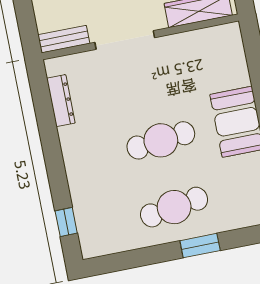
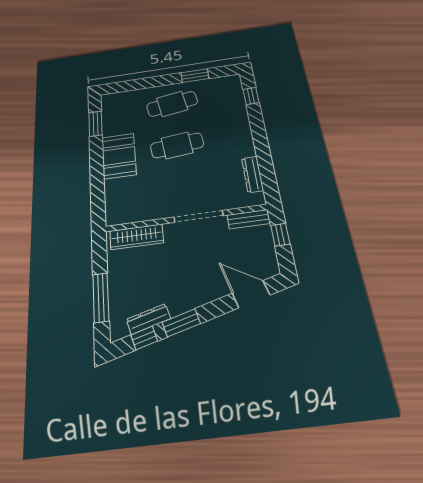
window: (26, 21) -> (280, 235), added
window: (200, 246) -> (195, 76), moved

